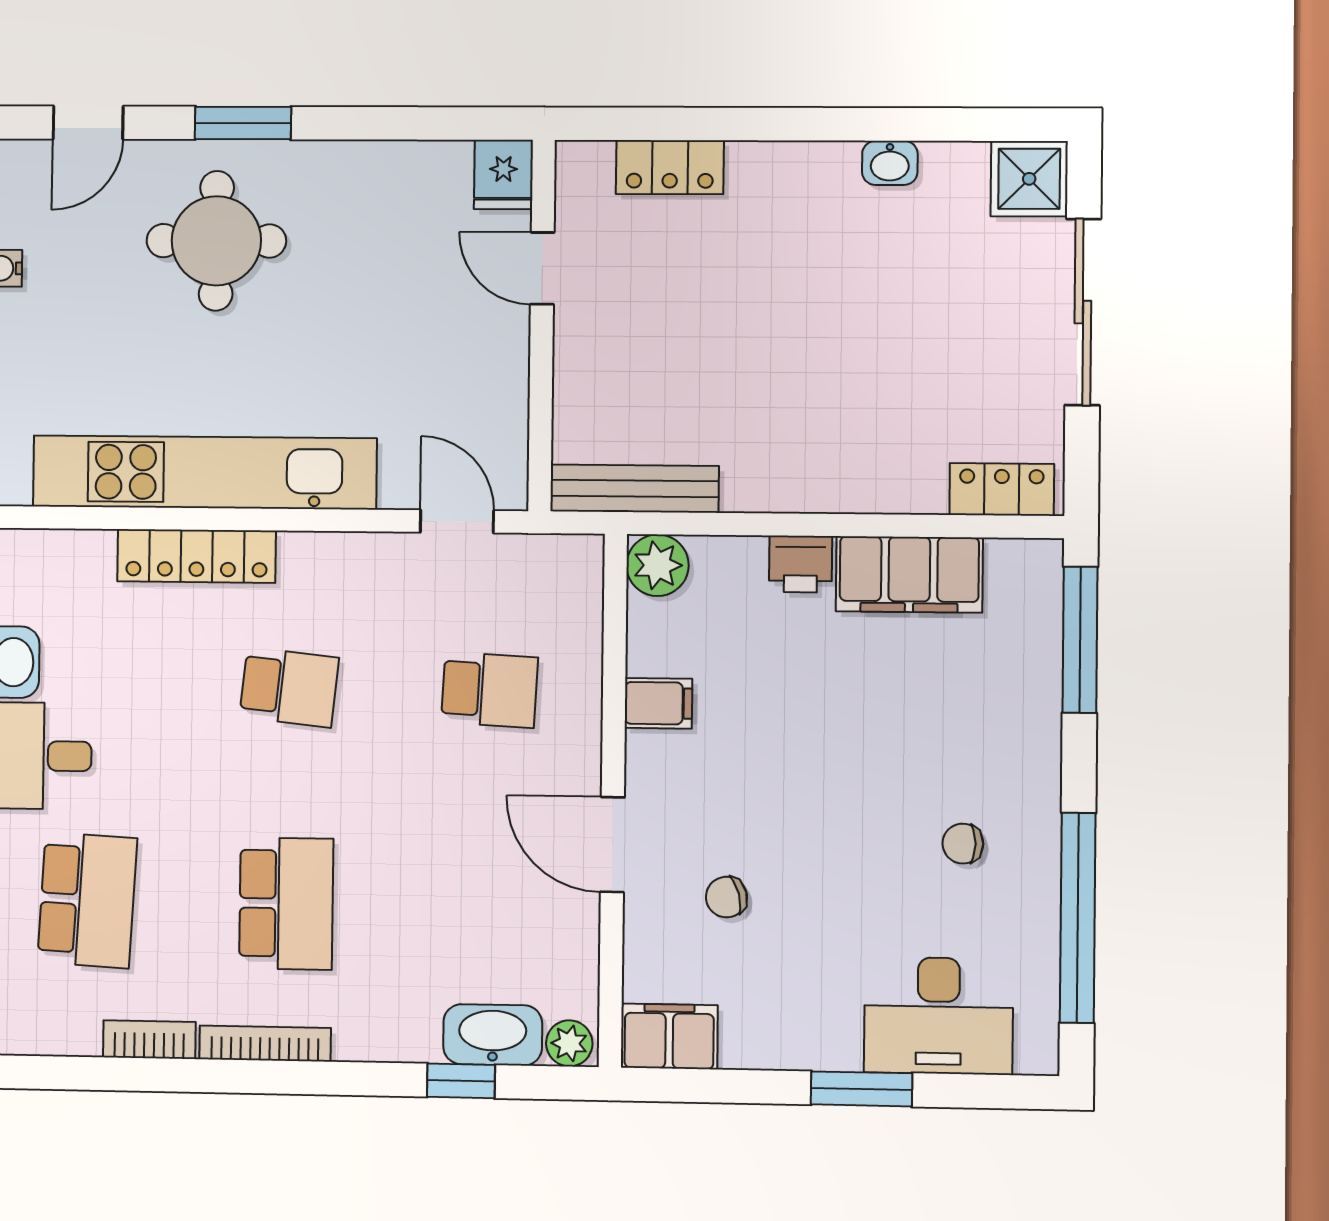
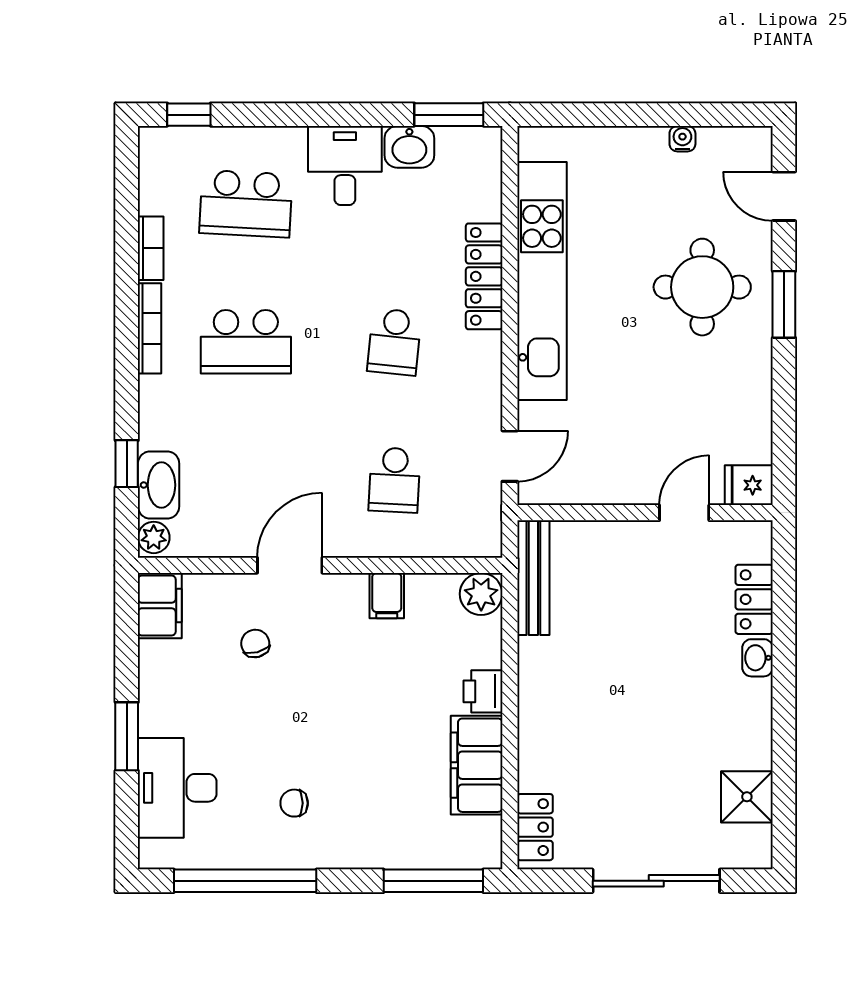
washbasin: (890, 163) -> (757, 658), moved
shower: (1029, 179) -> (747, 797), moved
chair: (963, 844) -> (294, 803), turned -90

